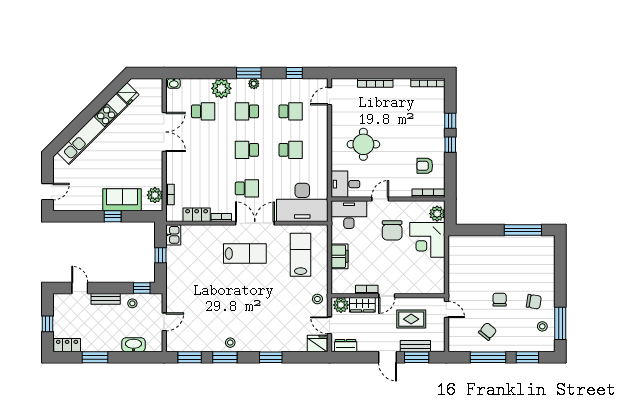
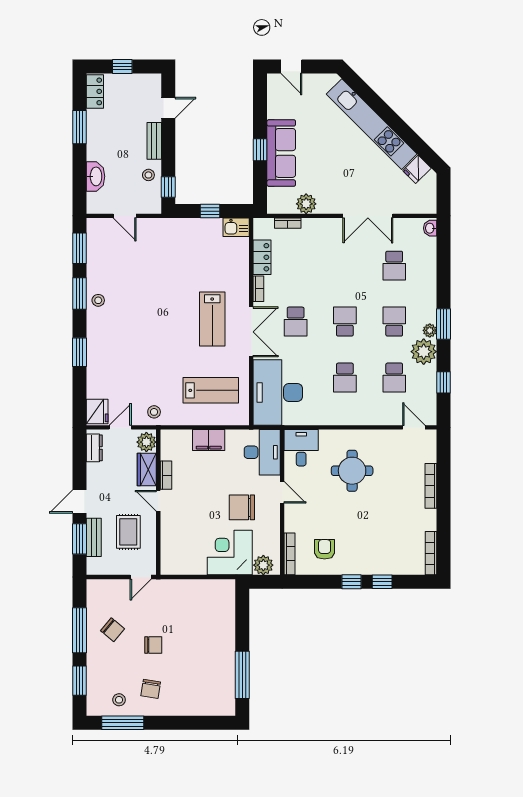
plant: (221, 88) -> (424, 352), moved
plant: (155, 195) -> (306, 204), moved
sofa: (122, 200) -> (281, 153), width x1.36

